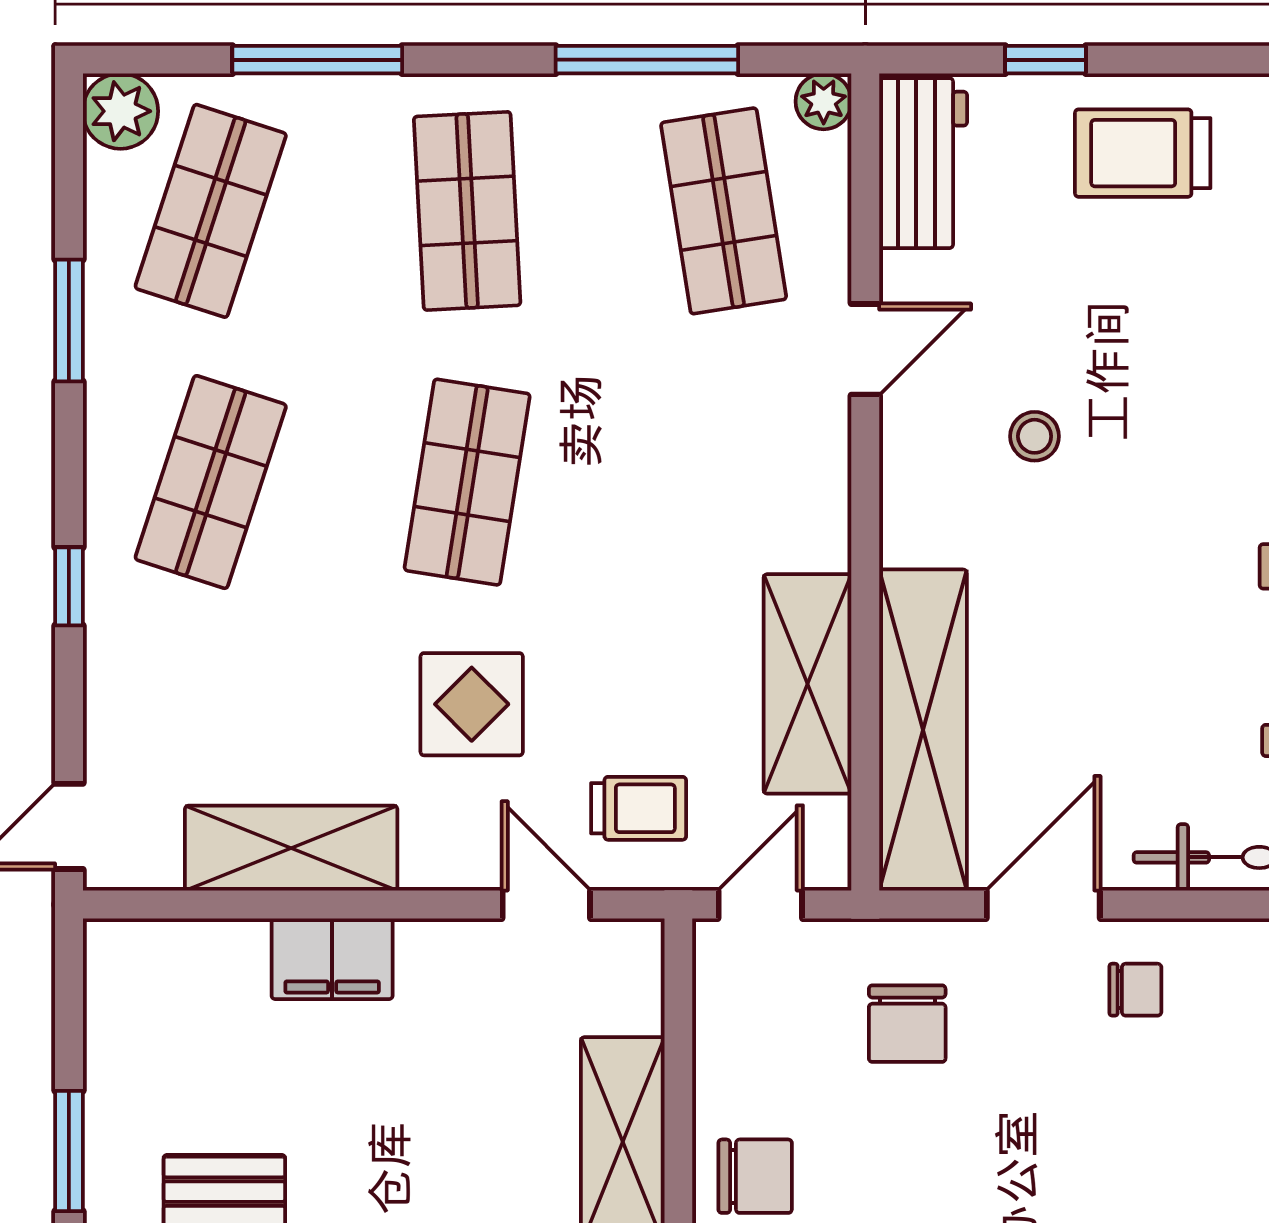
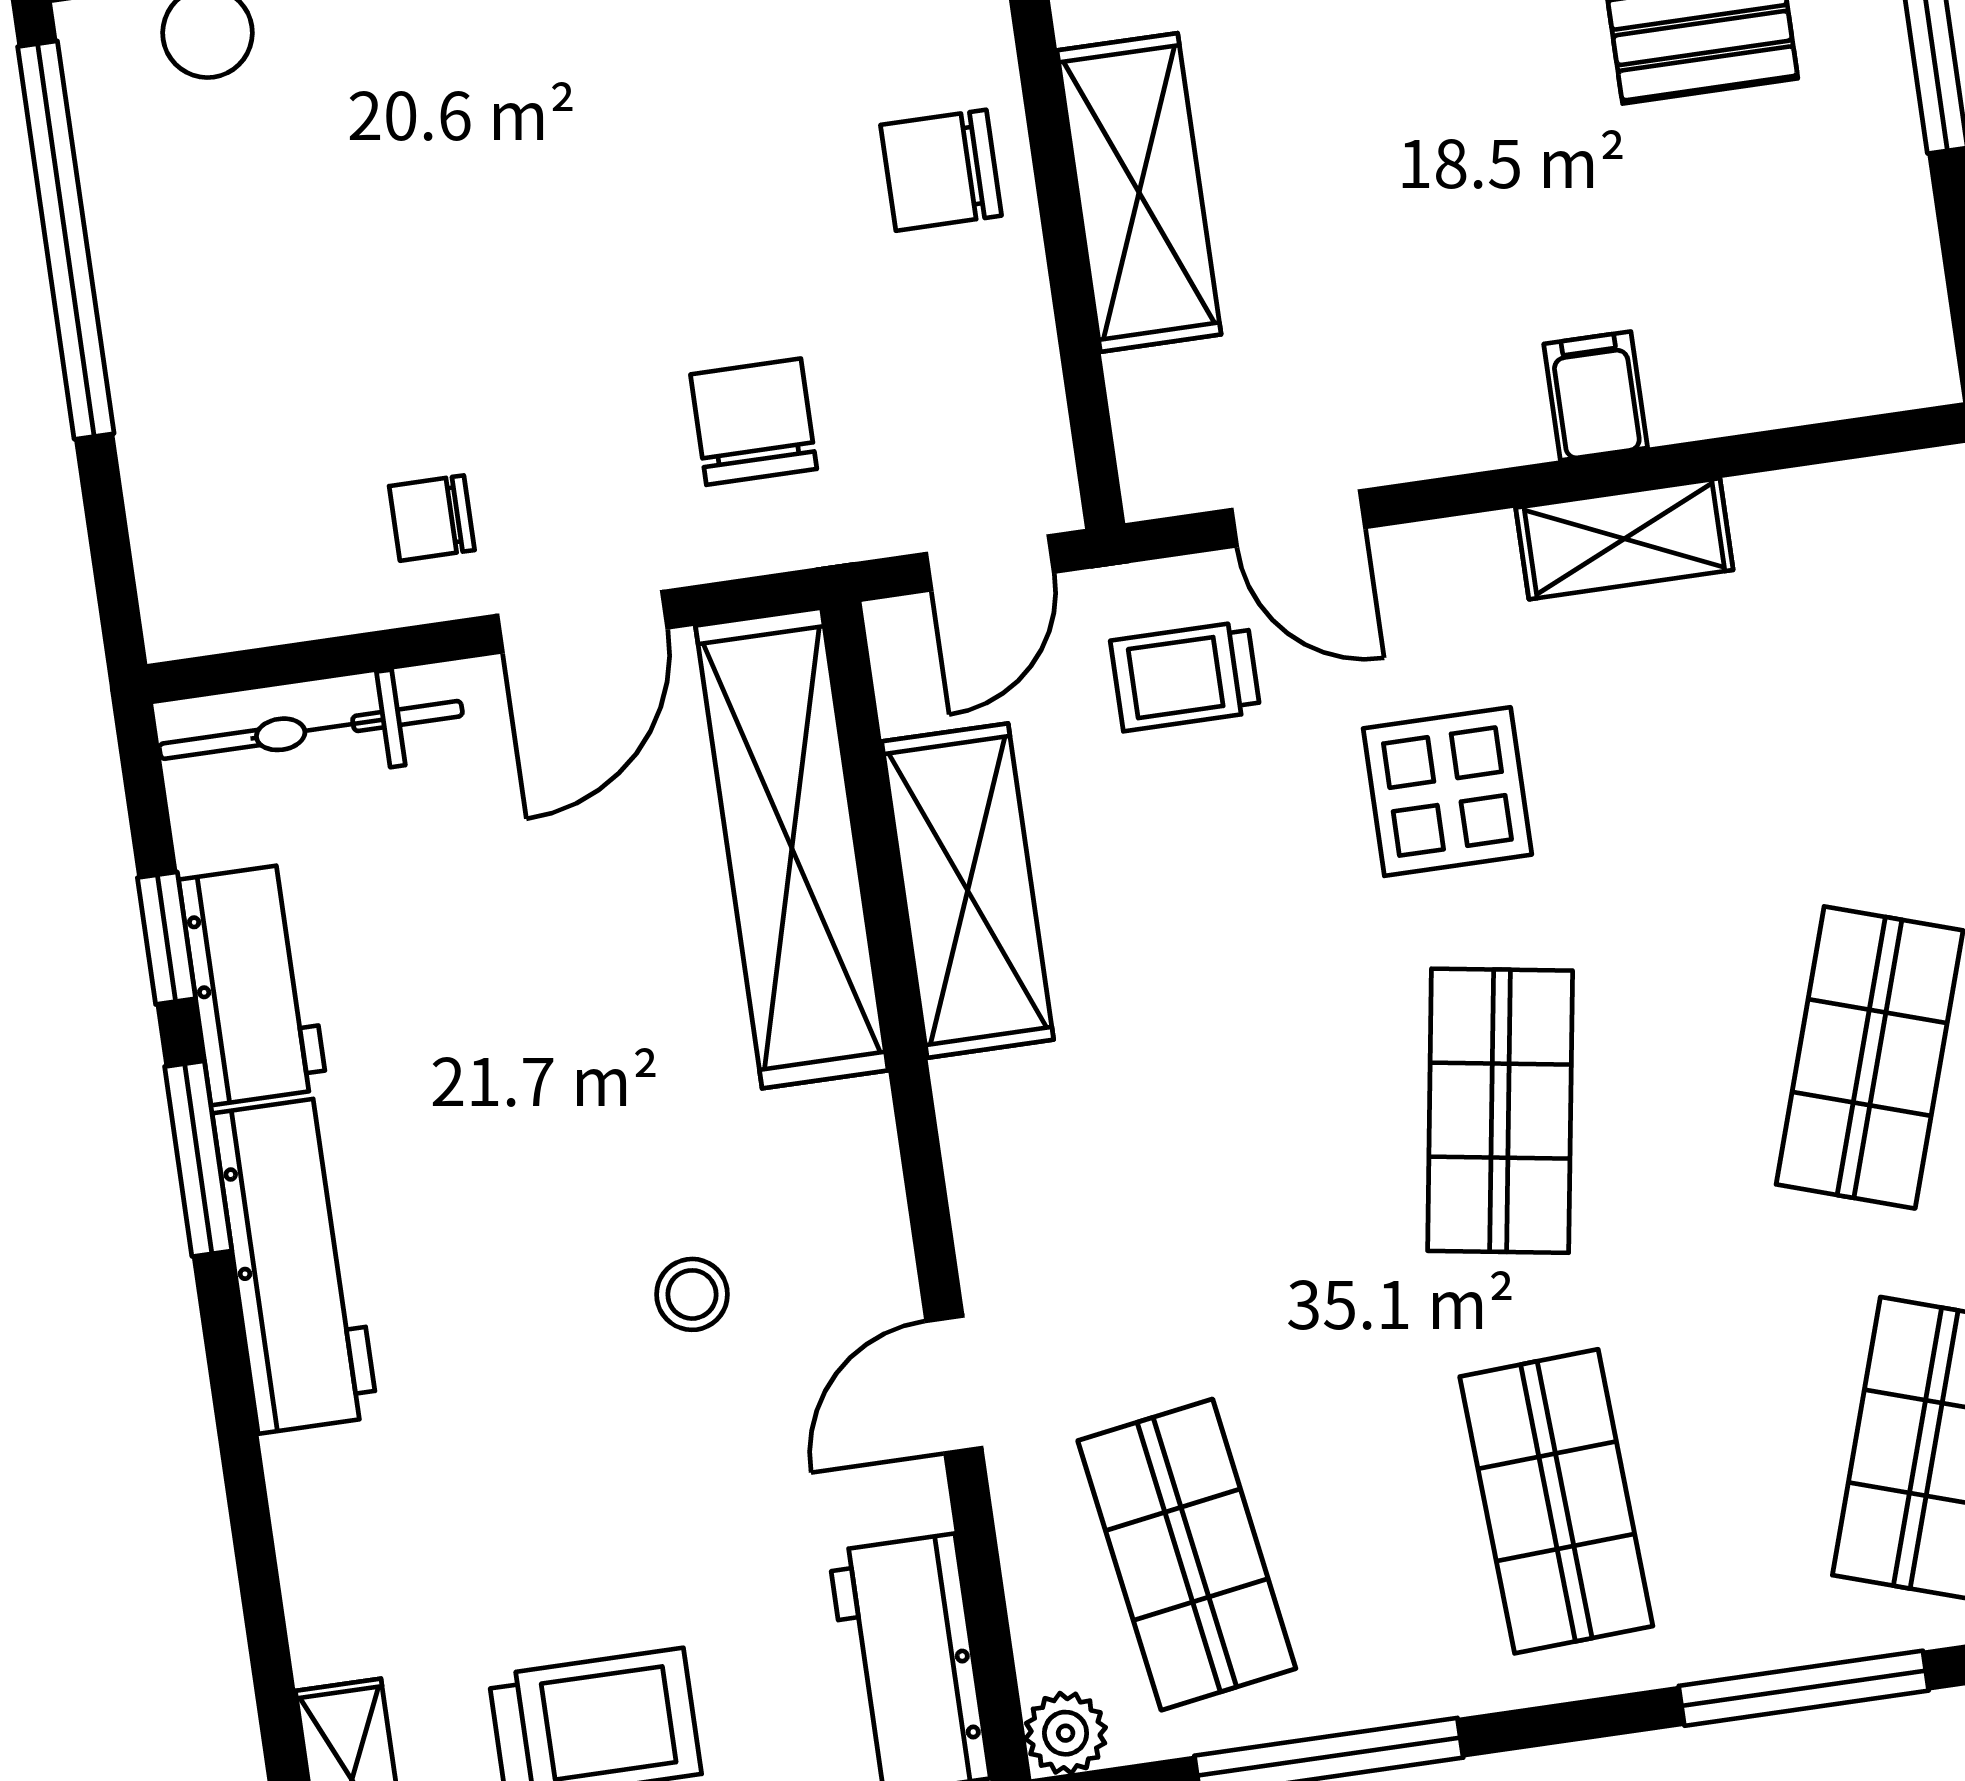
shelving: (291, 848) -> (1624, 539), width x0.67, depth x0.75
filing cabinet: (332, 959) -> (1596, 396), width x0.50

